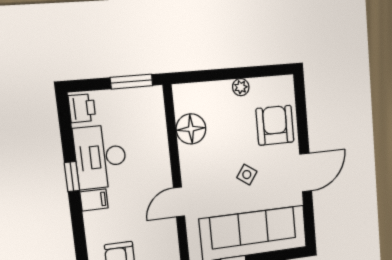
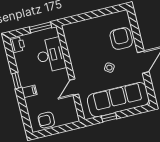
plant: (241, 87) -> (99, 21), removed
floor lamp: (191, 129) -> (75, 47), removed
desk: (101, 157) -> (51, 55), moved, turned 180

